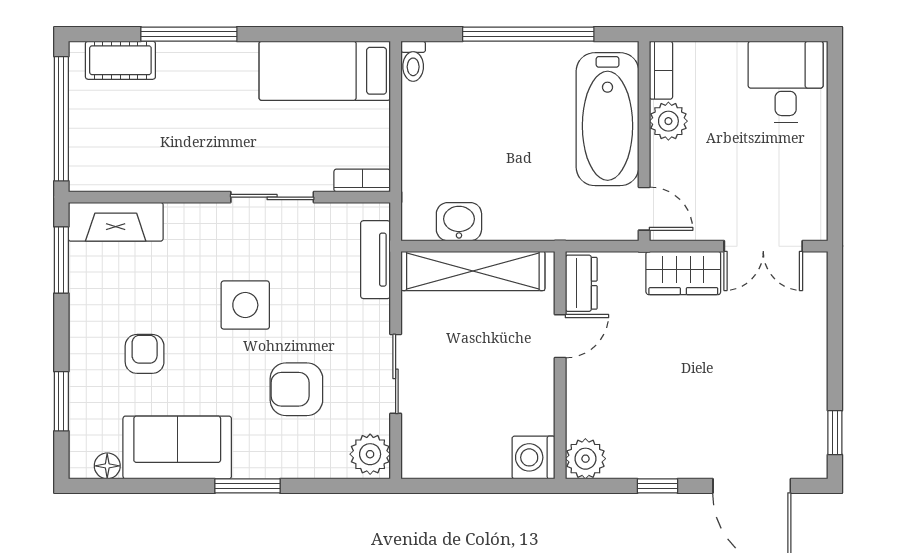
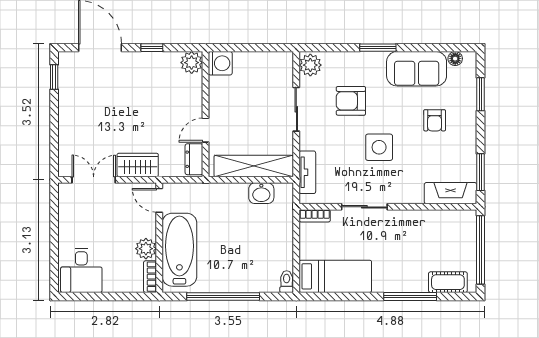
armchair: (296, 389) -> (351, 101), turned 180

